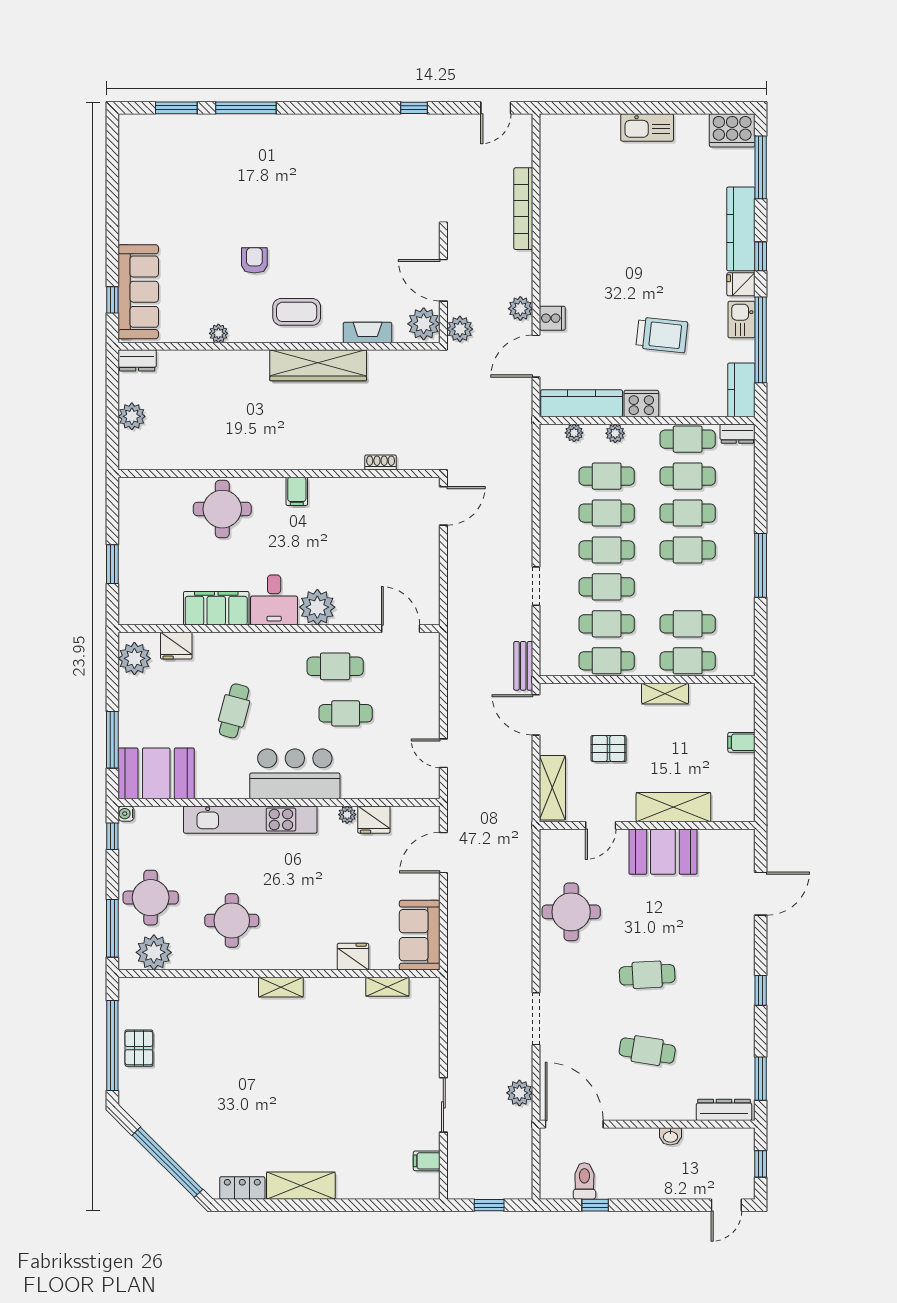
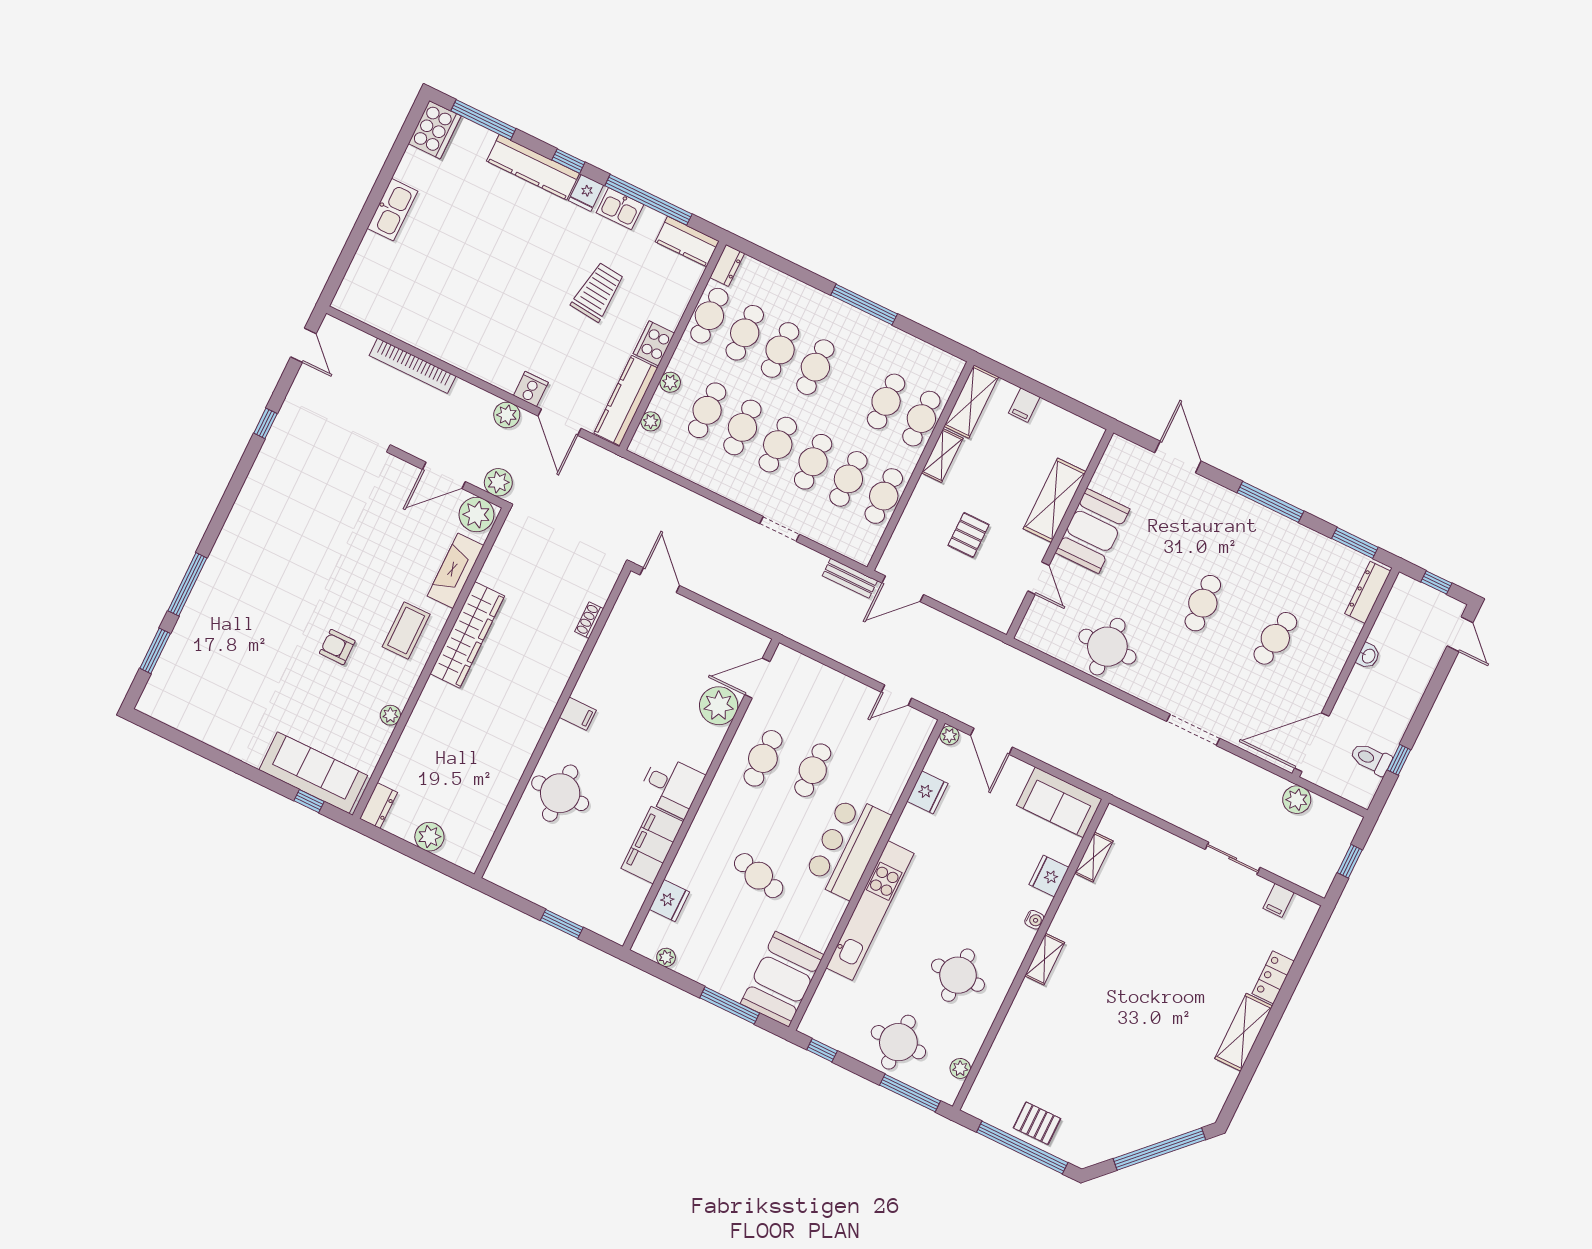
fireplace: (368, 332) -> (456, 571), width x1.37, depth x1.32
plant: (317, 607) -> (719, 706), moved
plant: (134, 658) -> (666, 957), width x0.53, depth x0.53
shelving: (552, 788) -> (971, 402), moved, turned 90
water cooler: (126, 814) -> (1034, 920), moved, turned -90
plant: (347, 815) -> (949, 735), moved
plant: (154, 952) -> (960, 1068), width x0.53, depth x0.53
window: (761, 990) -> (1270, 502), width x2.17
plant: (519, 1093) -> (1297, 800), moved
locker: (242, 1188) -> (1273, 977), moved

